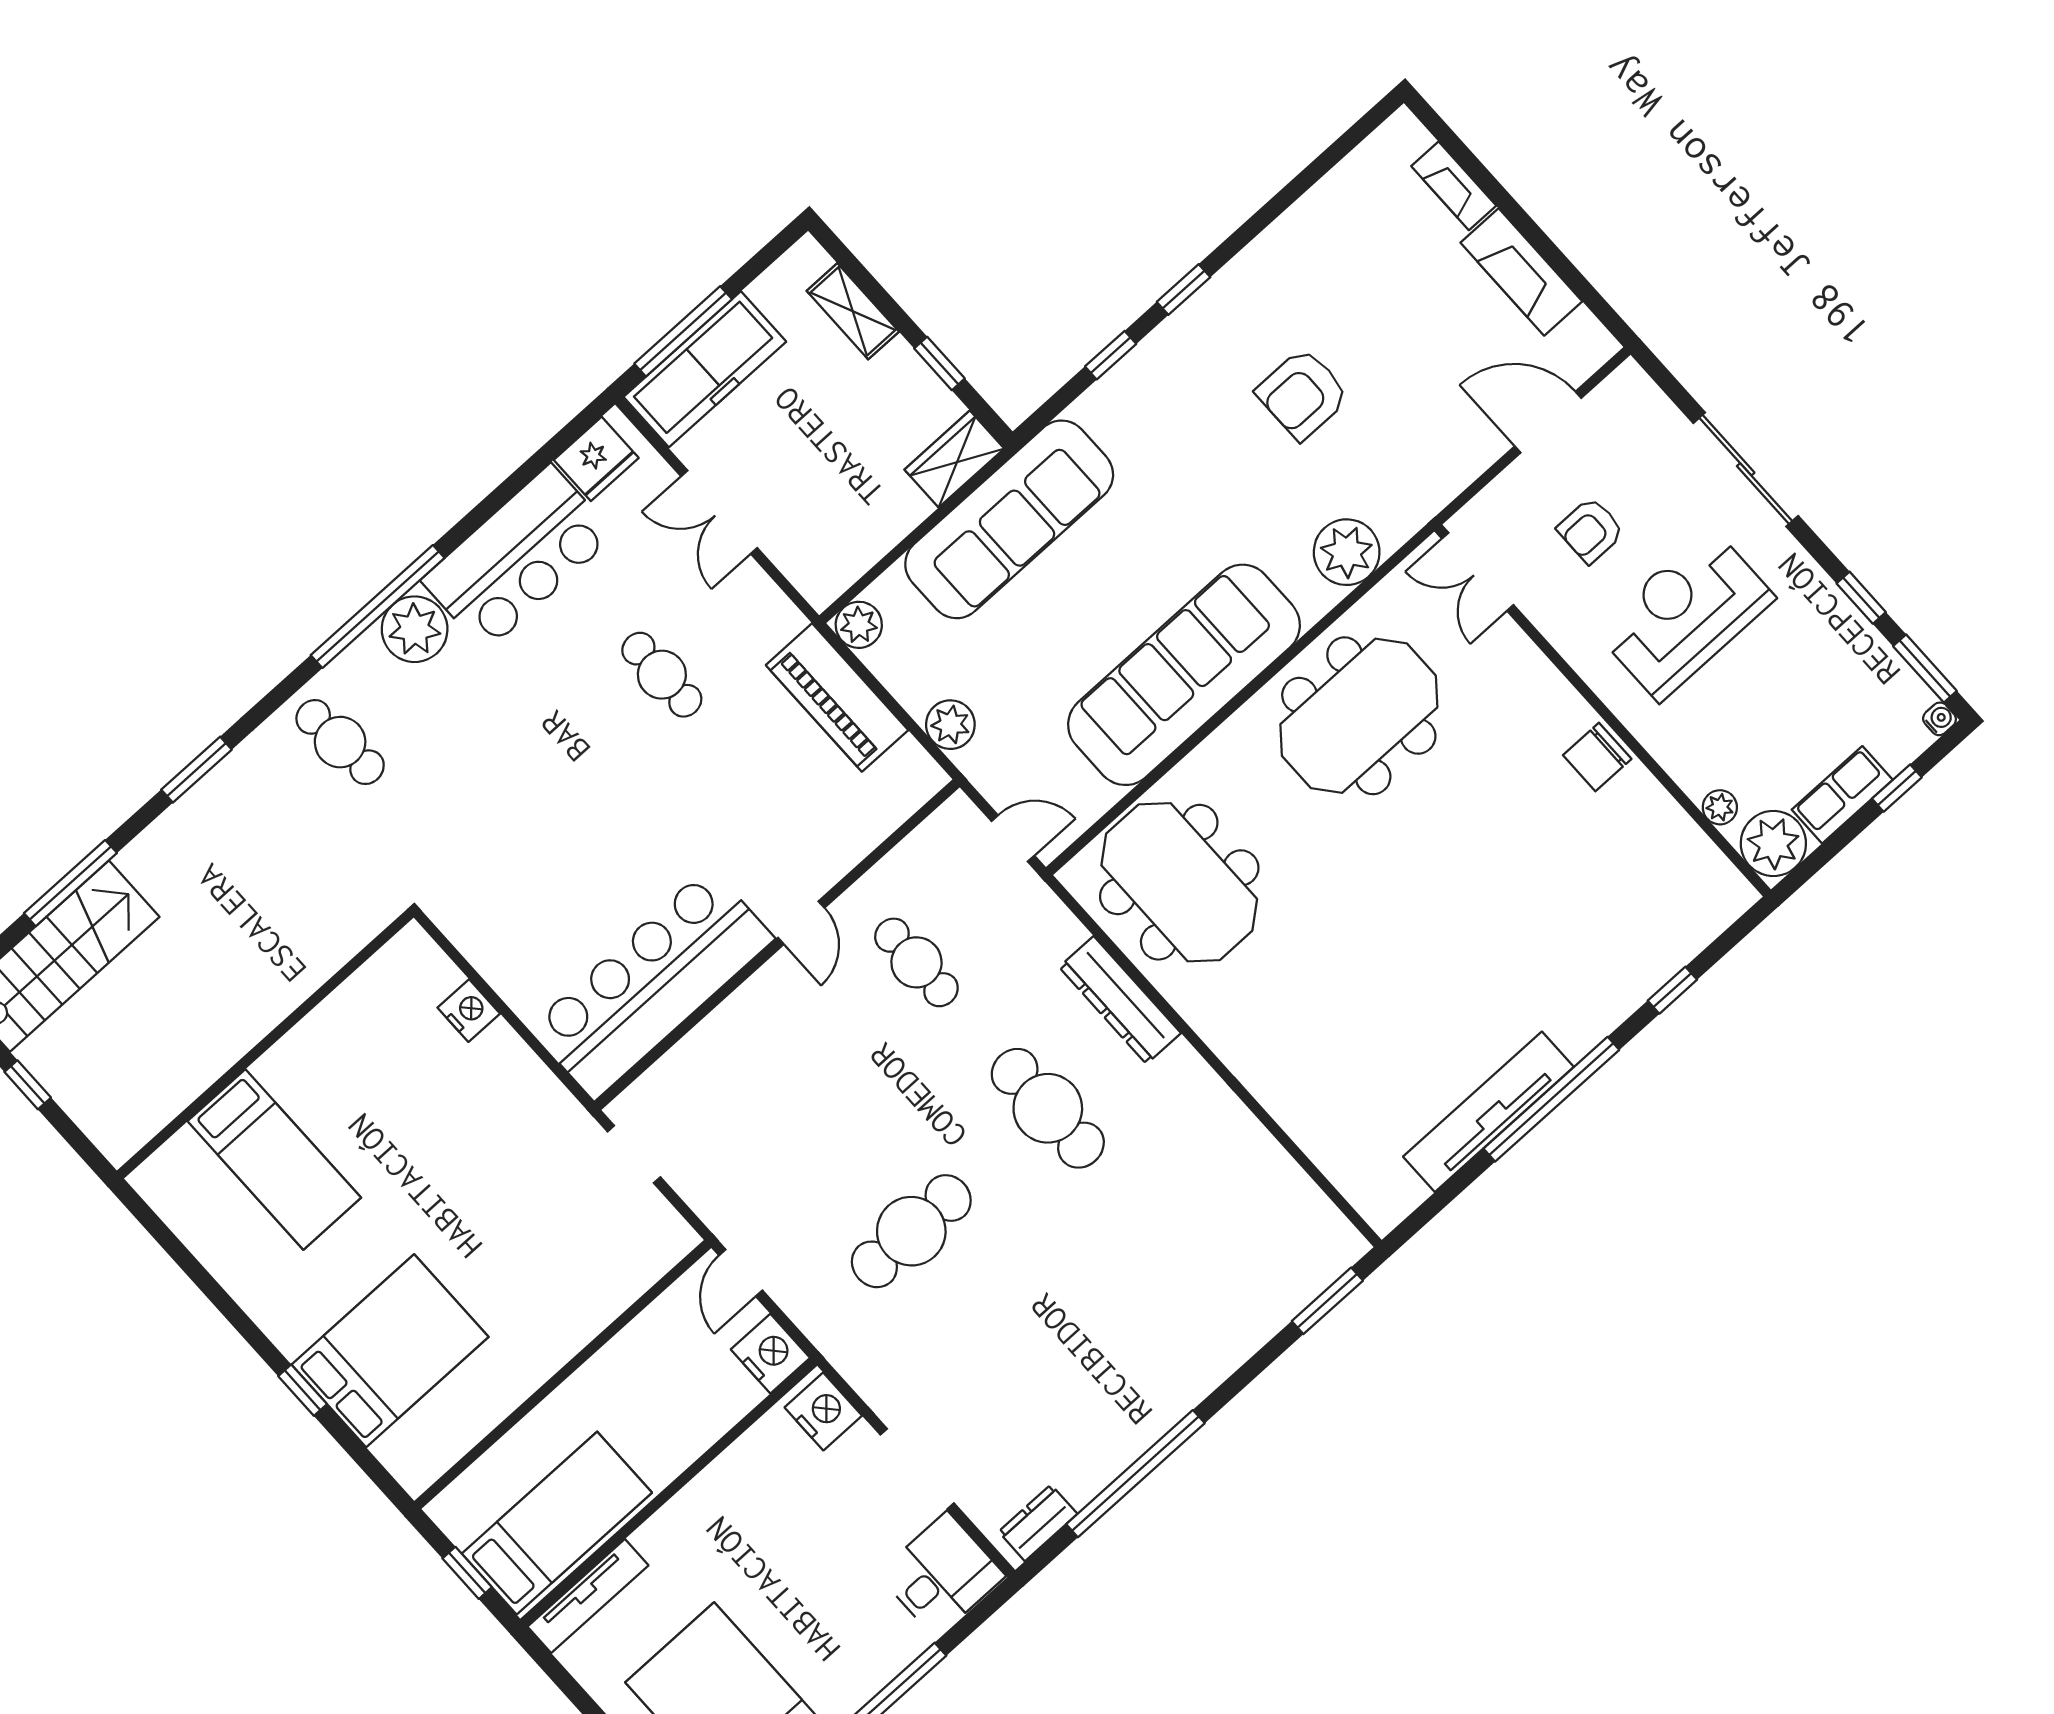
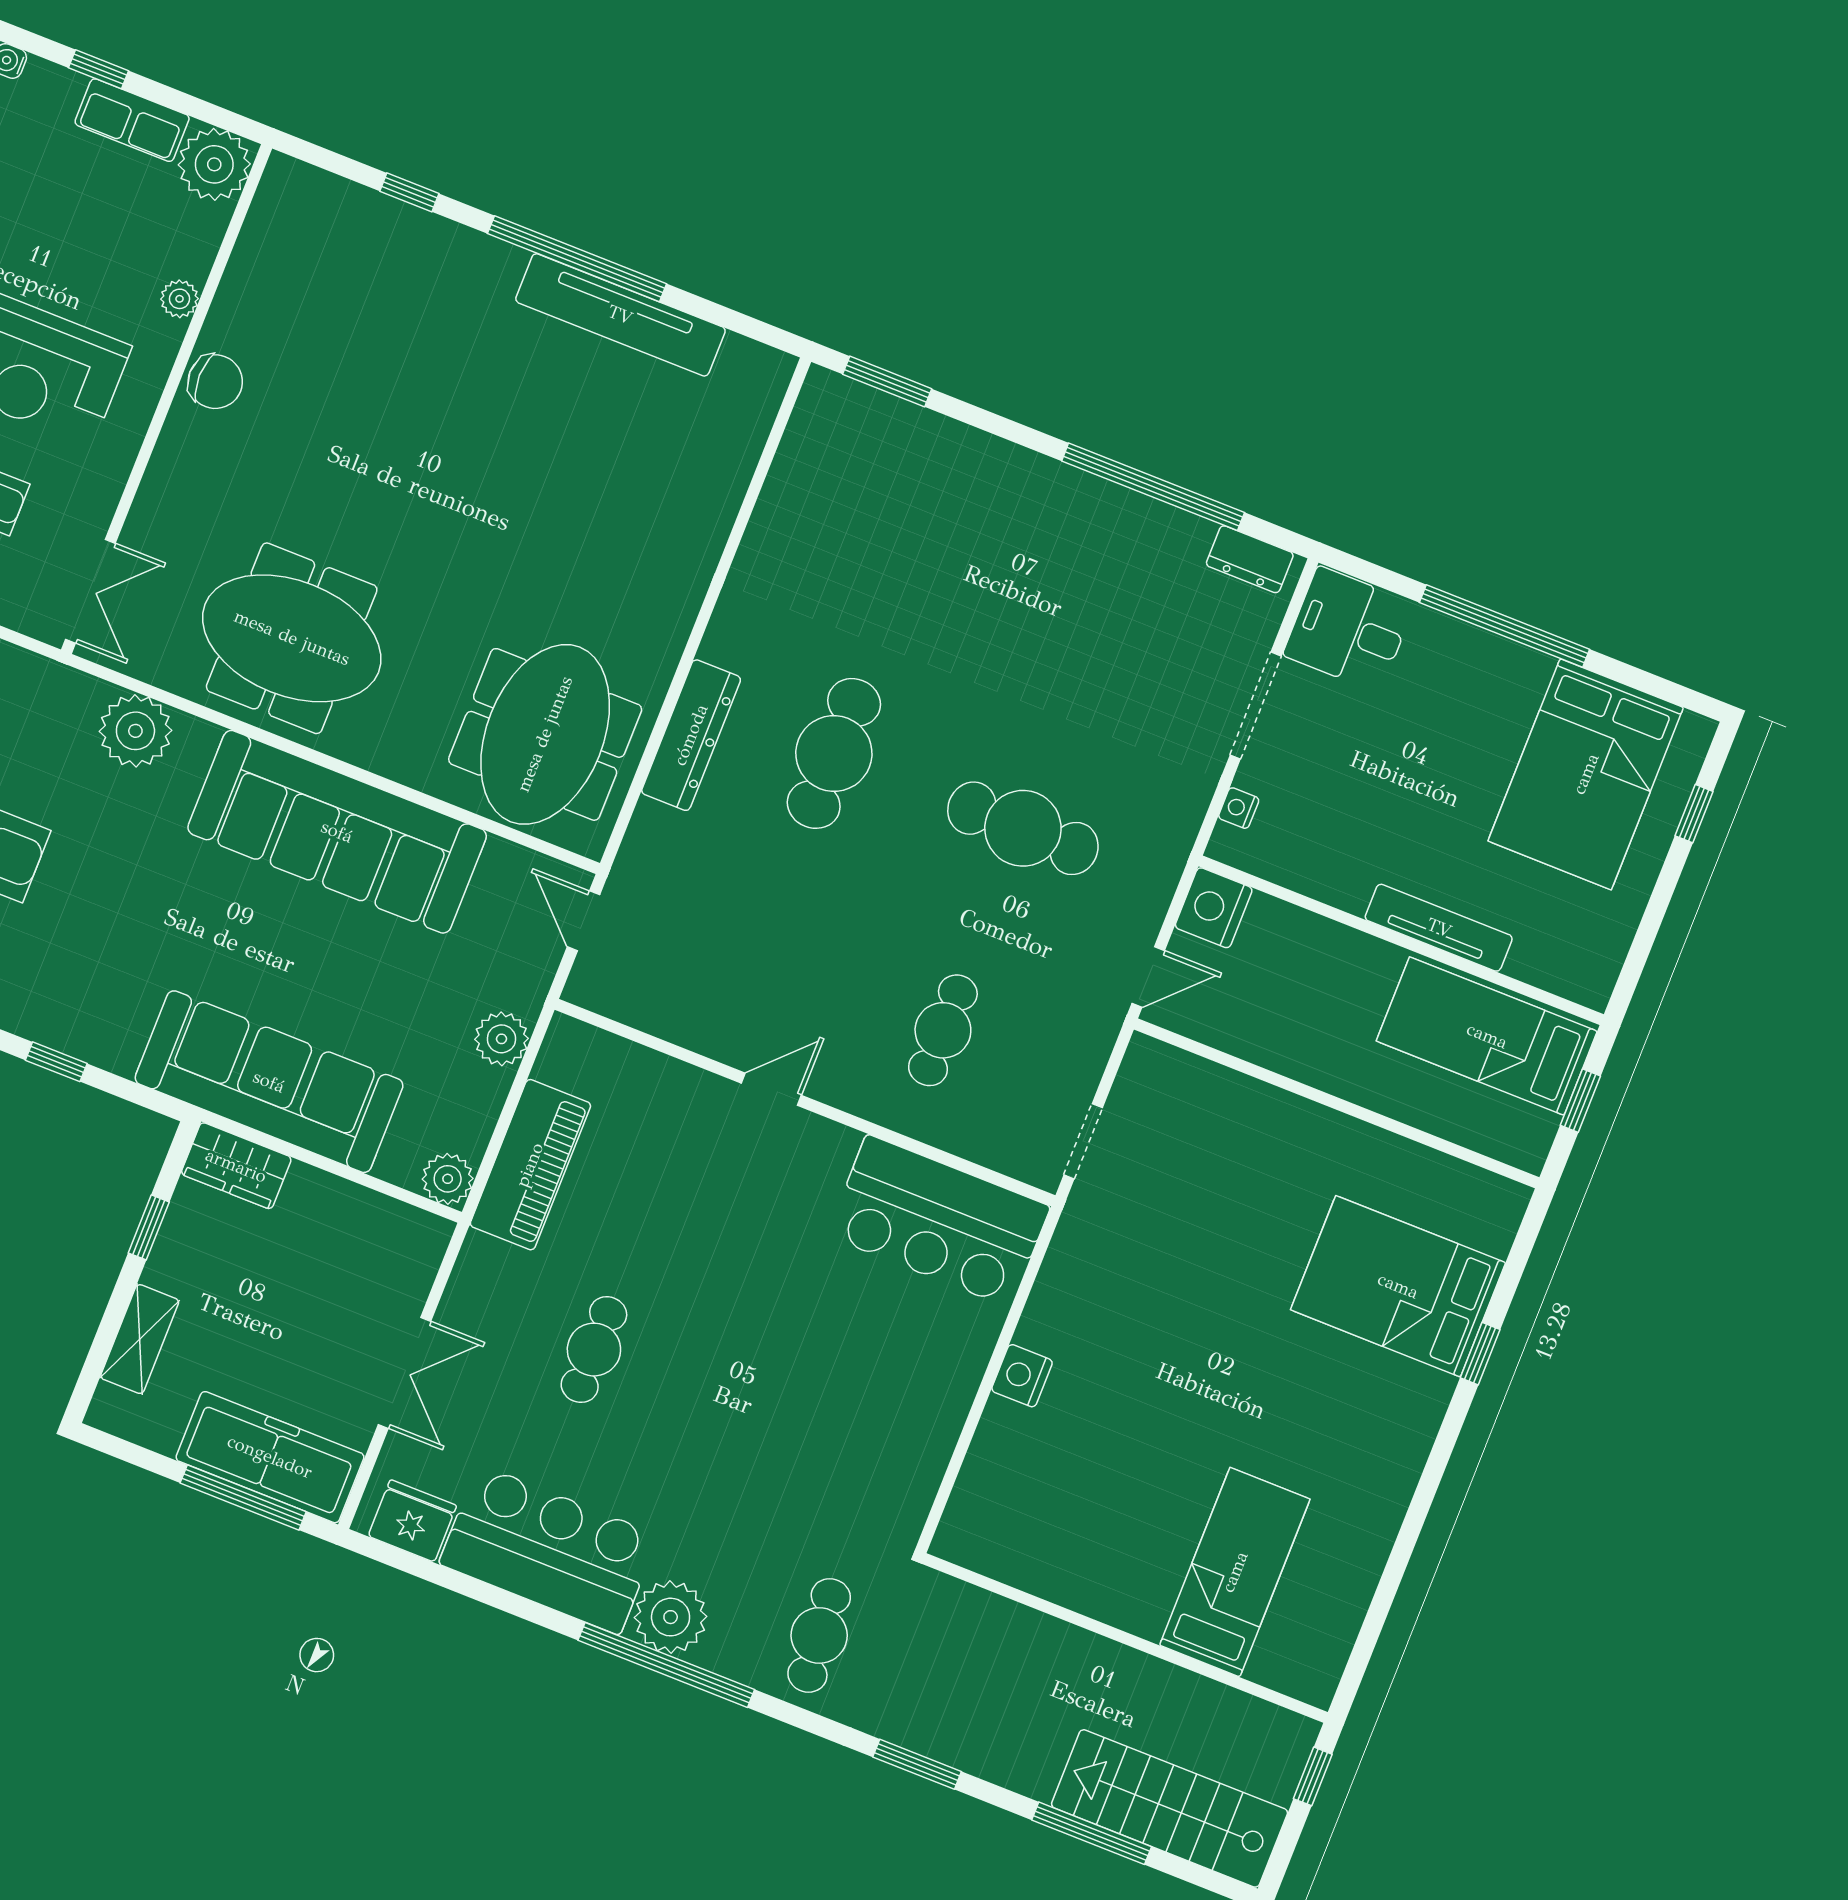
plant: (1720, 807) -> (180, 299), moved
cafe table: (916, 962) -> (943, 1030), moved
bar counter: (652, 983) -> (939, 1221), width x0.73
wall: (265, 1044) -> (1125, 1638), moved
bed: (274, 1159) -> (1235, 1572), moved
nightstand: (823, 1411) -> (1239, 808), width x0.53, depth x0.56
tv unit: (588, 1596) -> (1439, 928), moved

